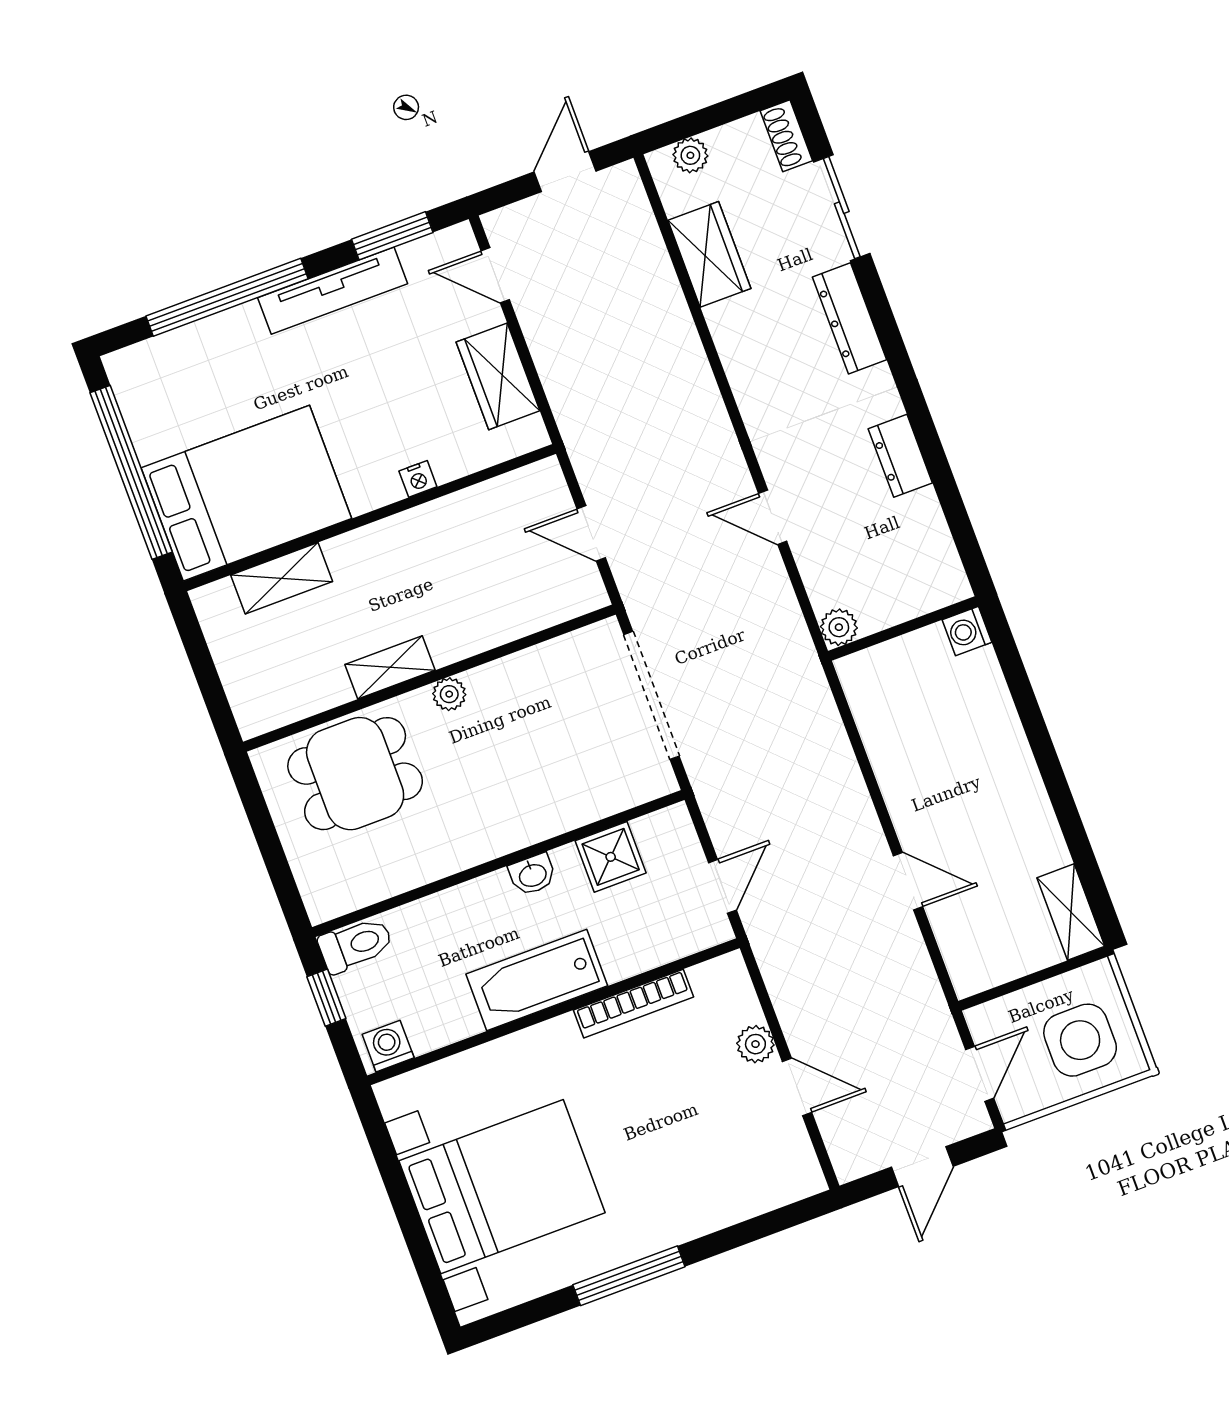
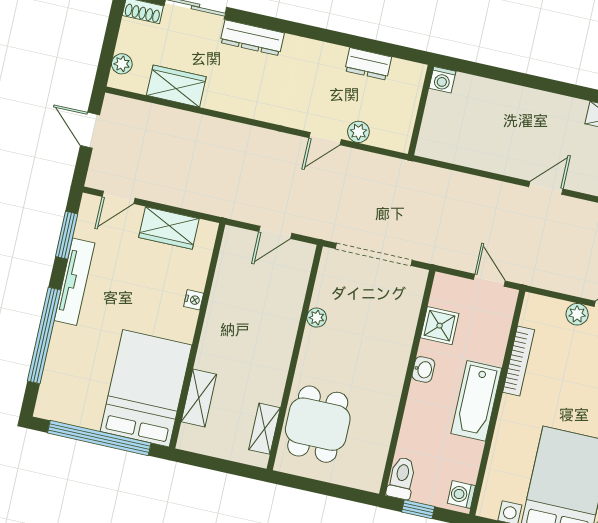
dresser: (900, 456) -> (368, 64), moved
plant: (839, 627) -> (358, 132), moved
shelving: (390, 667) -> (264, 429), moved
plant: (449, 694) -> (317, 318), moved

